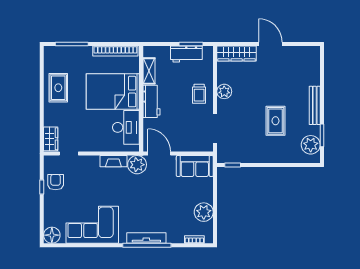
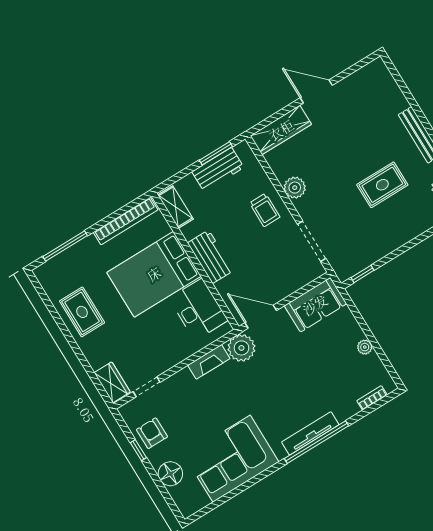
shelving: (149, 71) -> (176, 207), moved
rug: (275, 121) -> (382, 185), turned 90
plant: (204, 212) -> (365, 347), width x0.53, depth x0.53
floor lamp: (52, 235) -> (170, 474), moved

